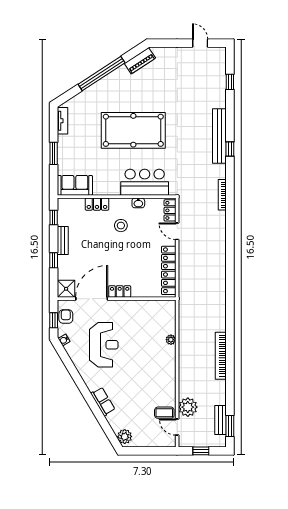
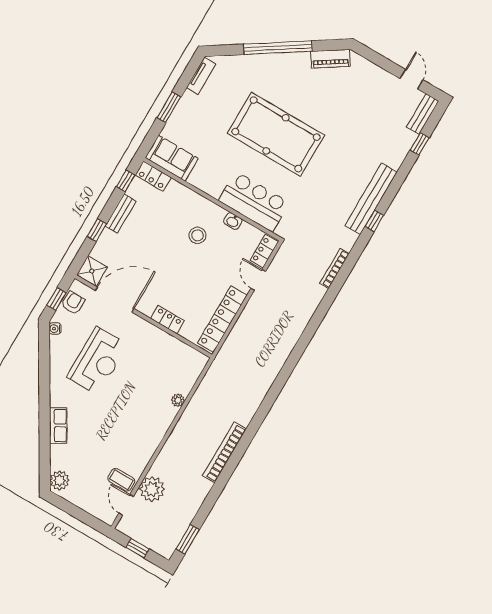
locker: (97, 204) -> (153, 176), moved
locker: (120, 291) -> (167, 320), moved
bench: (221, 420) -> (423, 114), moved

